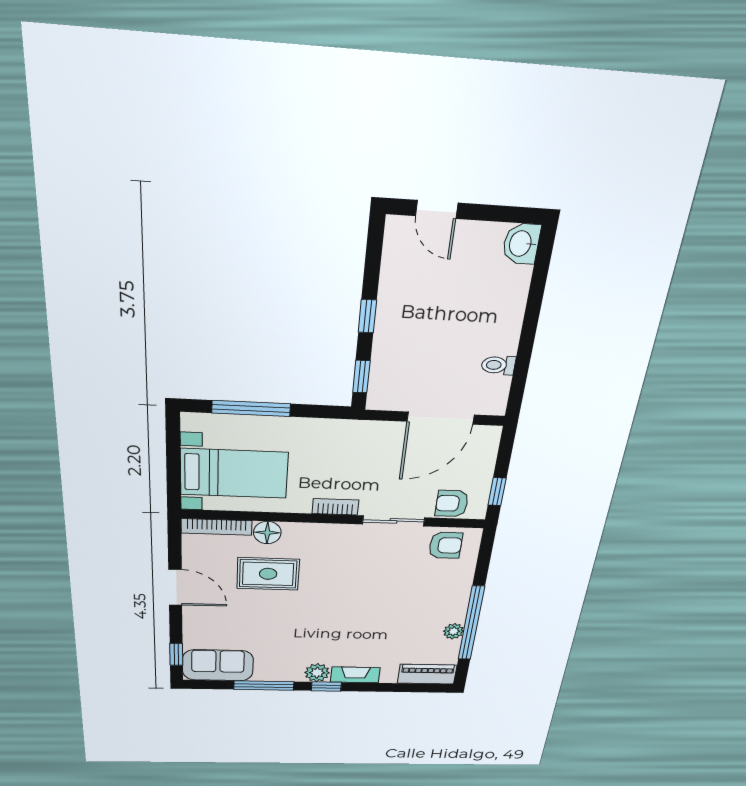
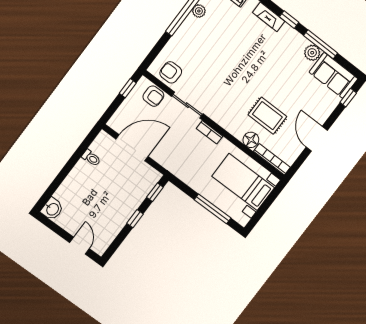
plant: (317, 673) -> (312, 53), moved

